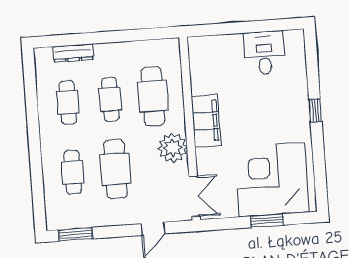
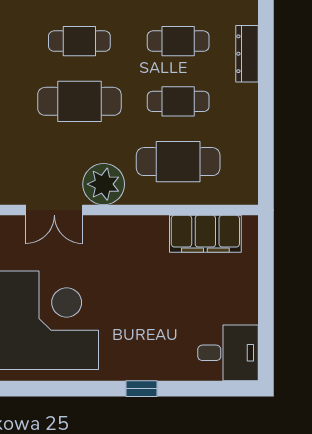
desk: (264, 53) -> (228, 353), moved
filing cabinet: (206, 121) -> (205, 234), moved
double door: (195, 196) -> (54, 210), moved

